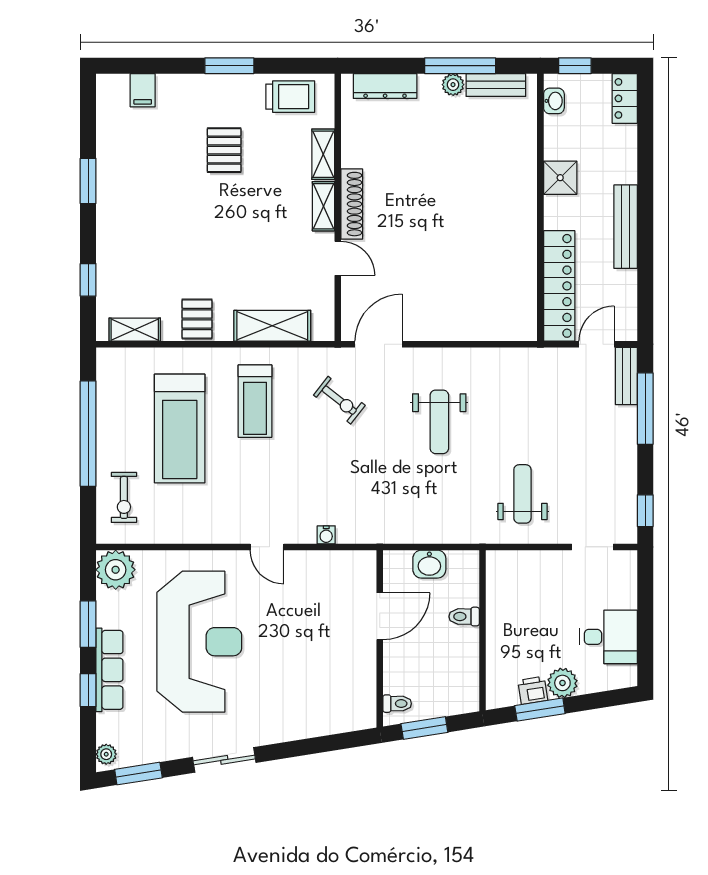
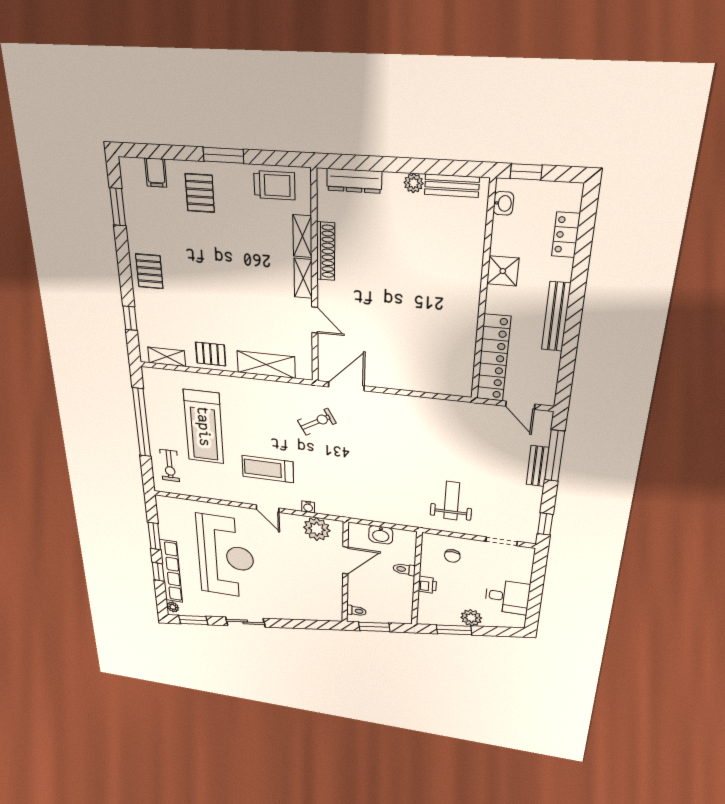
window: (460, 66) -> (421, 166), removed
locker: (625, 98) -> (566, 235), moved
pallet: (224, 150) -> (200, 193), moved
window: (88, 181) -> (118, 207), moved
shoe rack: (352, 204) -> (326, 251), moved
pallet: (122, 214) -> (149, 271), added
pallet: (197, 319) -> (211, 354), turned 90
door: (597, 344) -> (520, 405), swing flipped
bench: (626, 376) -> (538, 466), moved
exercise bike: (339, 400) -> (317, 422), turned -68
treadmill: (255, 401) -> (268, 469), moved, turned 90
weight bench: (439, 422) -> (391, 445), removed
plant: (116, 570) -> (317, 529), moved
chair: (529, 582) -> (452, 556), added
row of seats: (109, 670) -> (171, 571), width x1.36
printer: (533, 690) -> (427, 585), moved, turned 99

